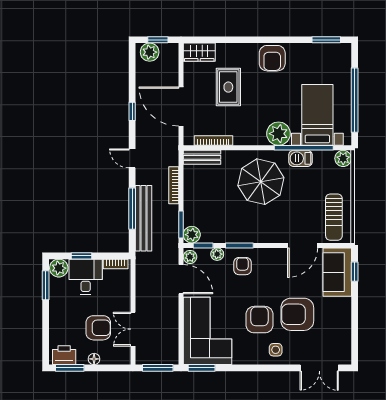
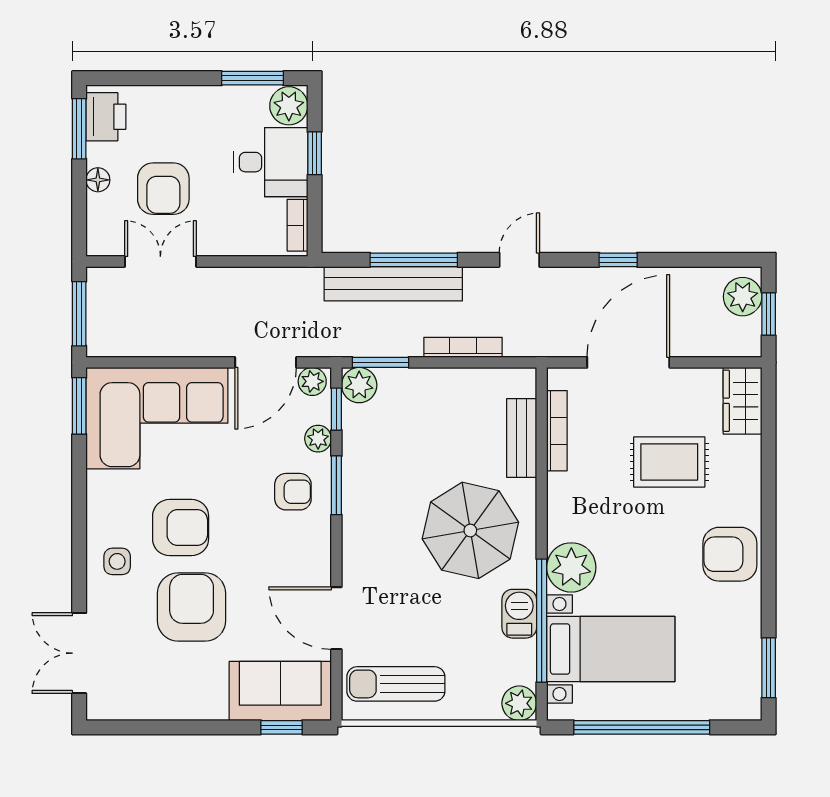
bench: (202, 157) -> (522, 438), moved

